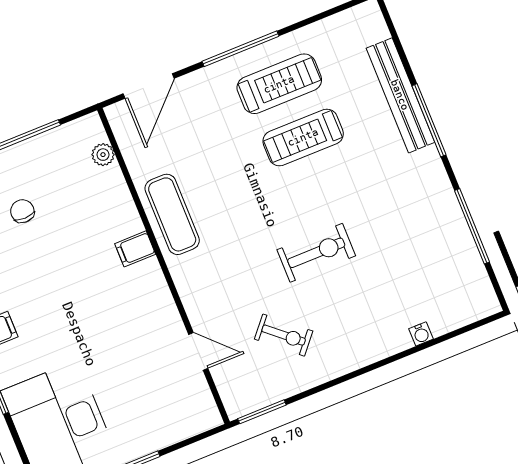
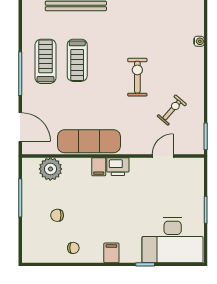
plant: (103, 155) -> (50, 169), width x1.88, depth x1.88
exercise mat: (172, 214) -> (89, 141), width x1.36, depth x1.45
printer: (149, 282) -> (118, 167), added

